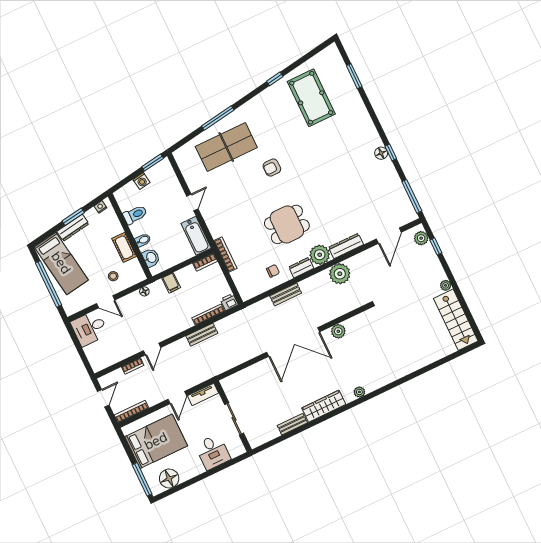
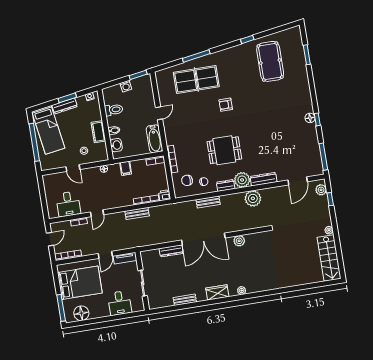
chair: (252, 275) -> (187, 180), added
desk: (90, 328) -> (68, 204), moved, turned -90
dresser: (258, 368) -> (171, 251), added
wardrobe: (324, 406) -> (217, 292), width x0.67

